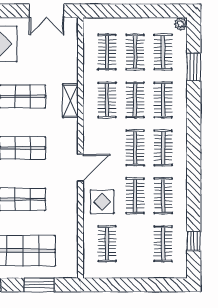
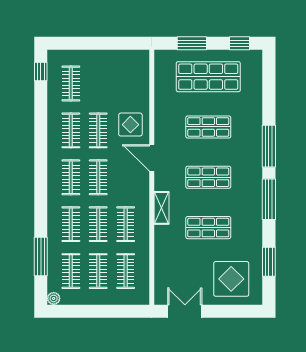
window: (194, 67) -> (41, 256), width x1.44
shelving: (70, 101) -> (161, 208), moved
door: (80, 168) -> (152, 158), hinge flipped
window: (194, 241) -> (41, 71), moved
clothes rail: (107, 244) -> (126, 84), removed

